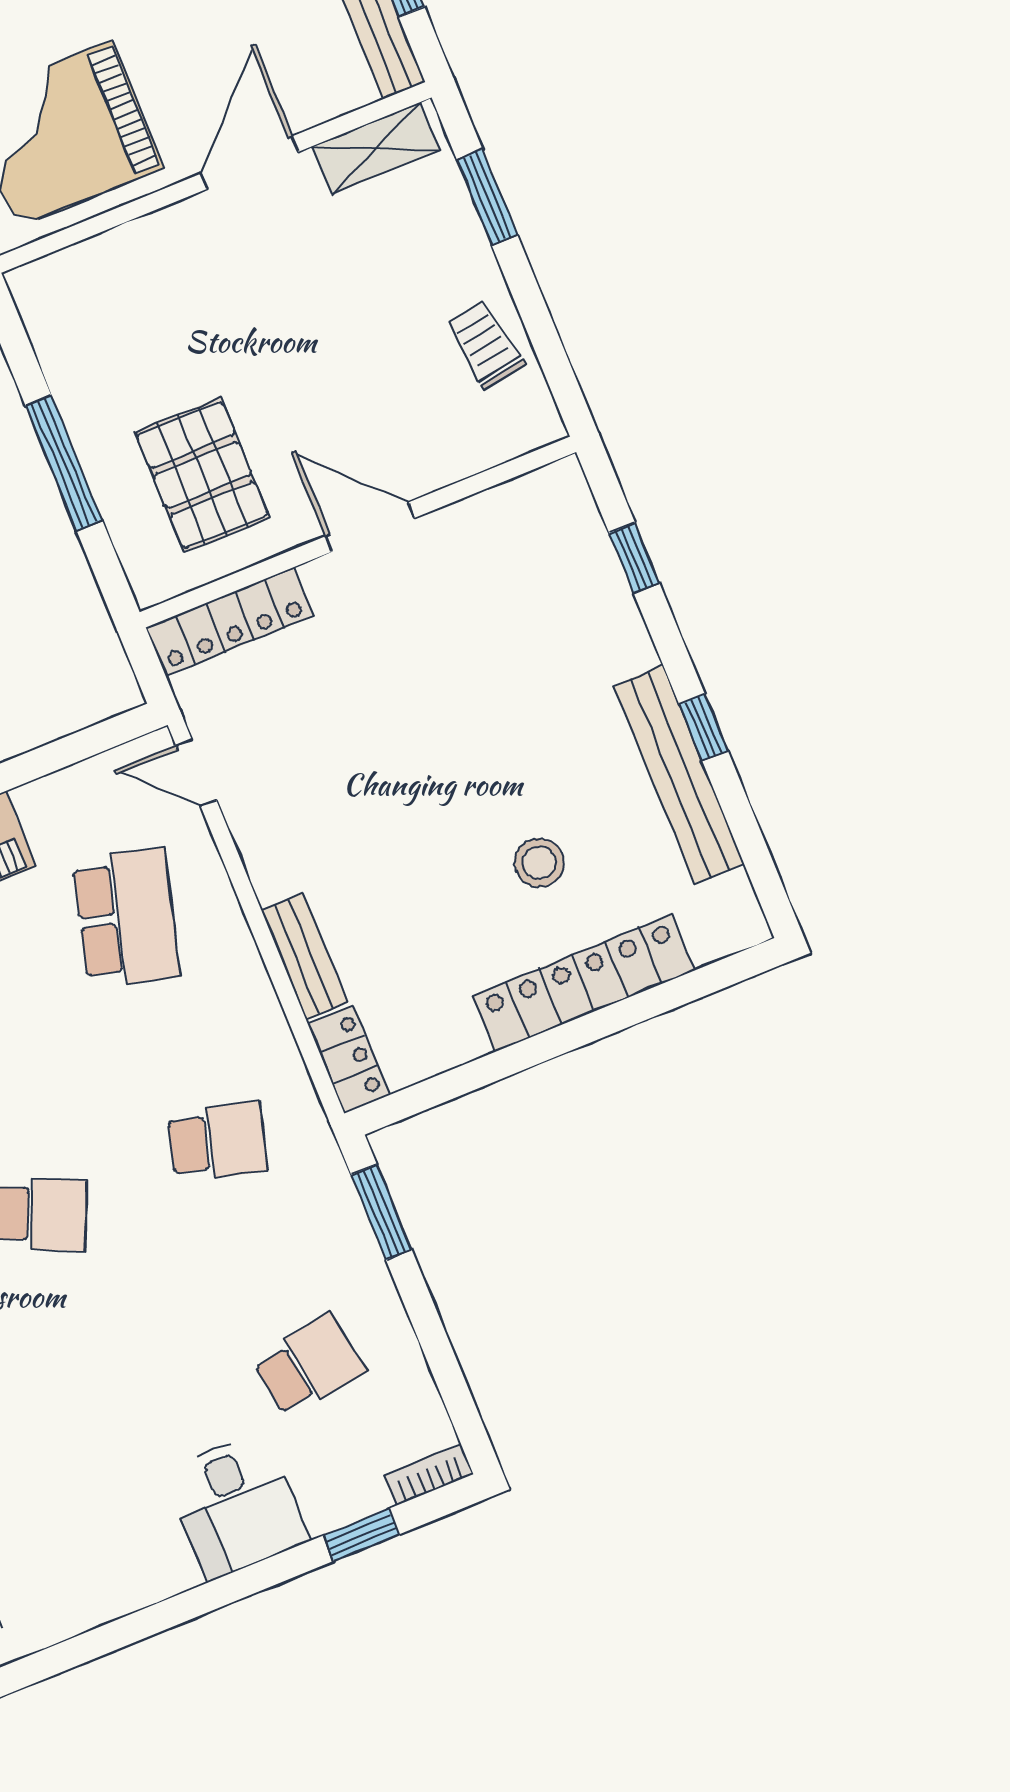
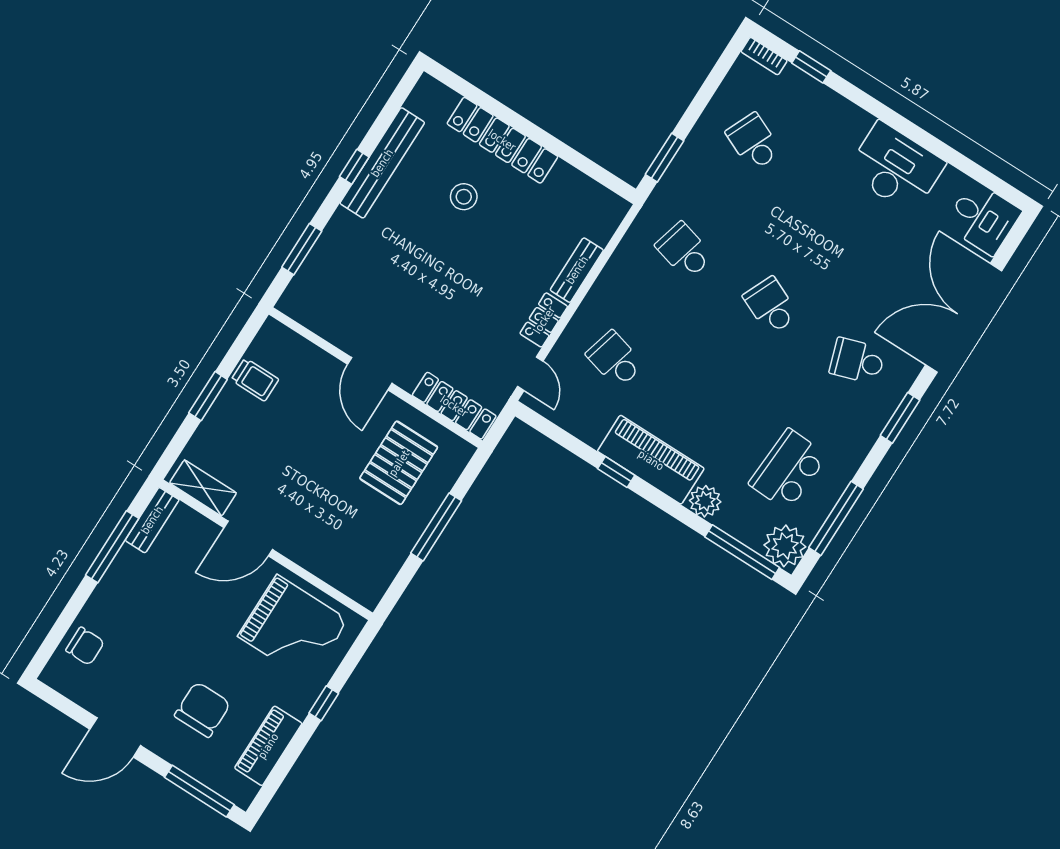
window: (487, 197) -> (208, 396), moved
trolley: (485, 345) -> (255, 380), turned -81
window: (634, 558) -> (302, 249), width x1.50
school desk: (126, 918) -> (615, 359), width x0.54
locker: (349, 1059) -> (544, 320), moved
school desk: (309, 1365) -> (754, 142), turned 33
desk: (237, 1506) -> (896, 168), moved, width x1.37

